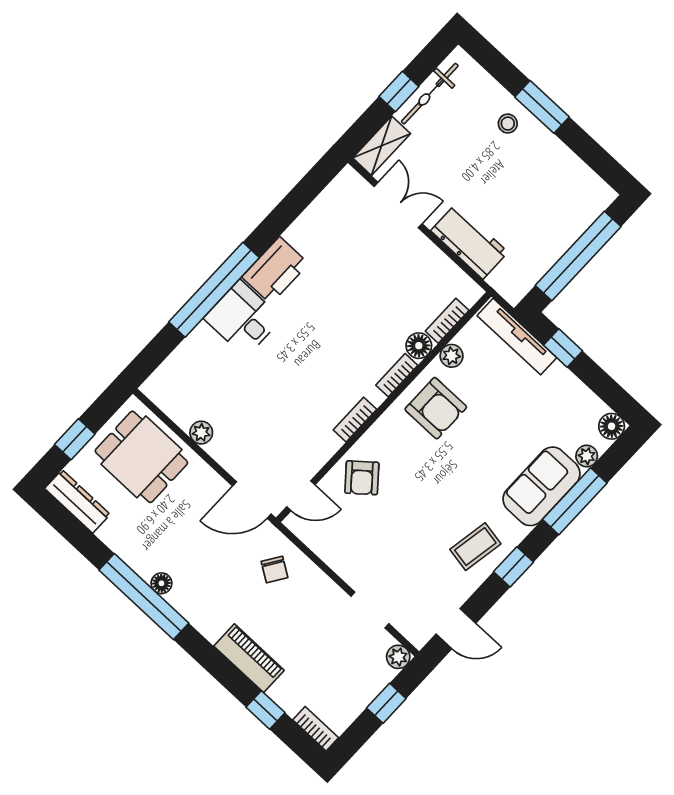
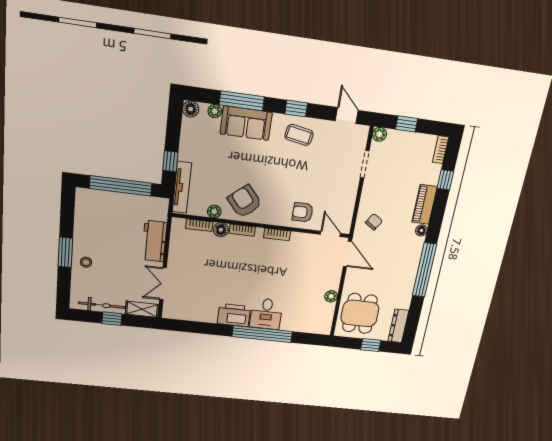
armchair: (436, 408) -> (245, 201), turned -40
armchair: (362, 478) -> (303, 212), turned -140
floor lamp: (161, 583) -> (421, 230), moved

